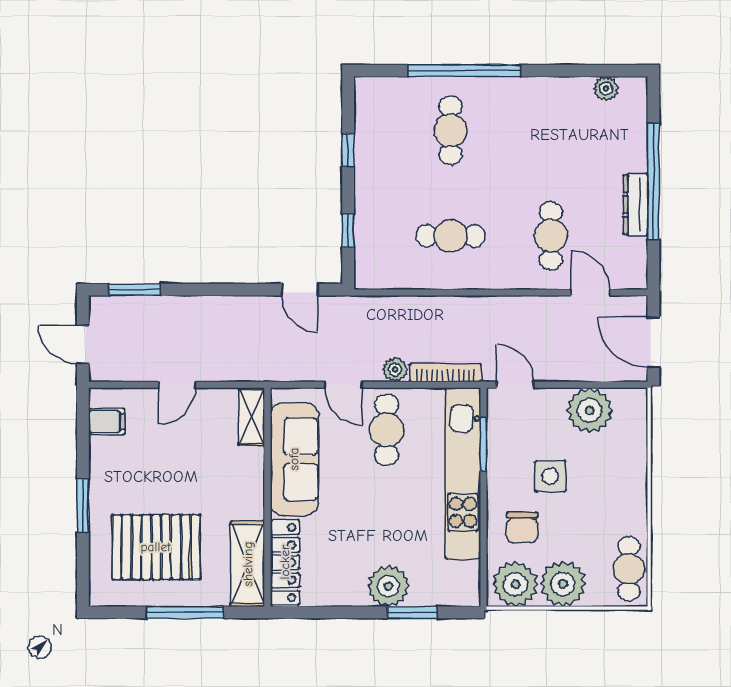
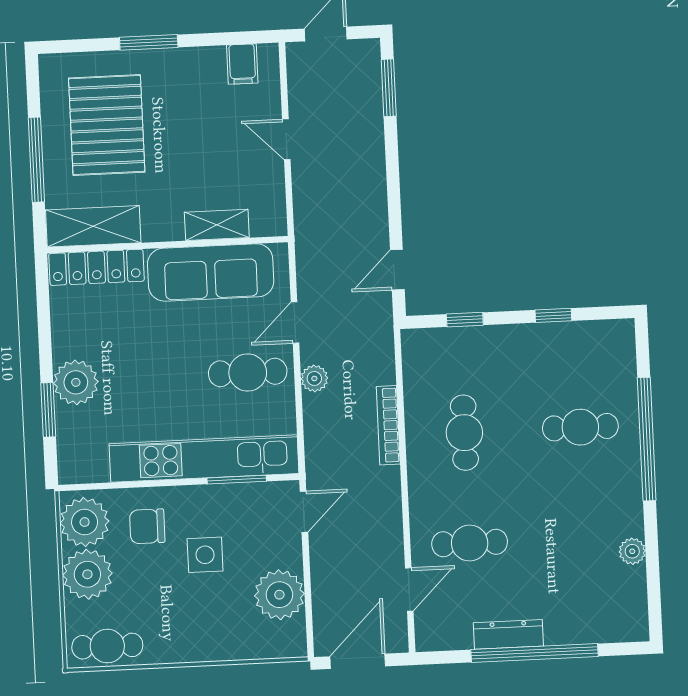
plant: (606, 89) -> (632, 551), moved
bookcase: (445, 373) -> (388, 425), moved, turned 180
shelving: (252, 416) -> (217, 225), moved

